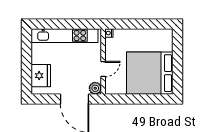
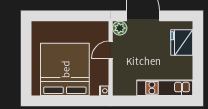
kitchen unit: (65, 36) -> (165, 88), width x0.73
bed: (150, 73) -> (65, 69), moved, turned -90

